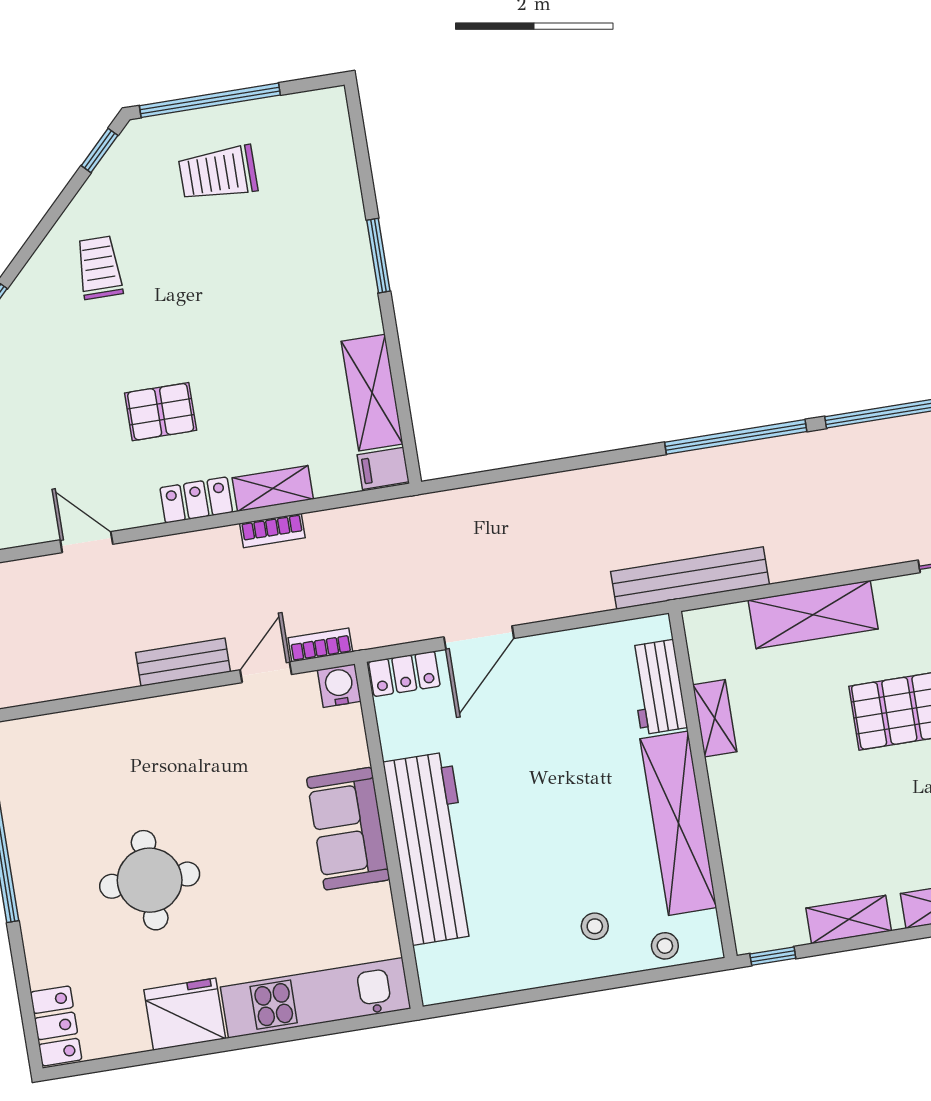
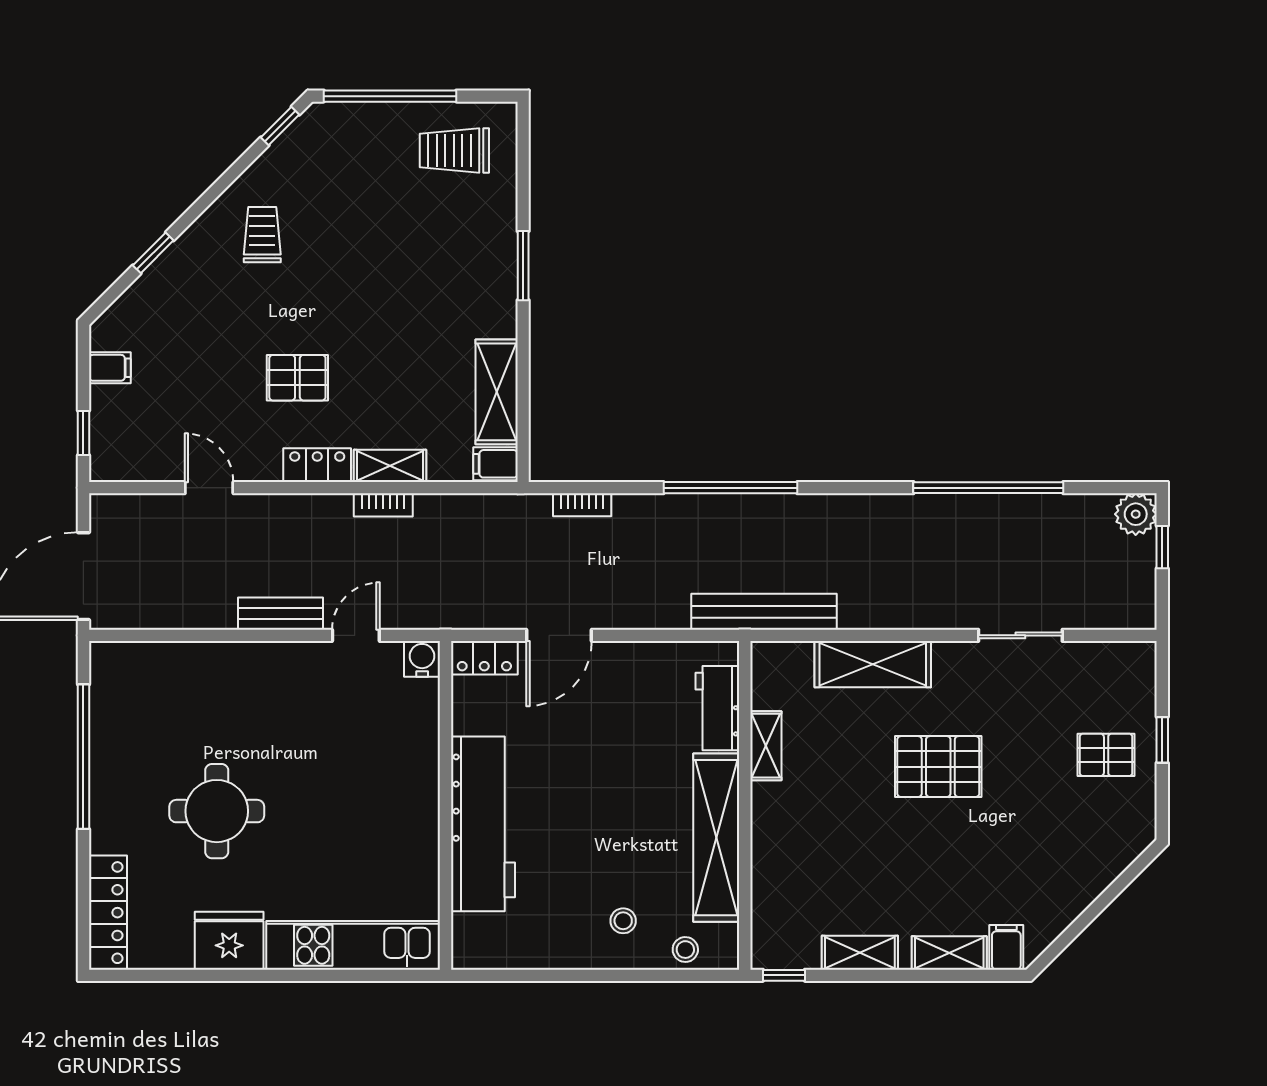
trolley: (218, 173) -> (454, 150), moved
window: (736, 437) -> (730, 488), moved
bookcase: (320, 645) -> (582, 505), moved, turned 180
sofa: (348, 829) -> (409, 793), removed
locker: (56, 1026) -> (108, 913), width x1.53

